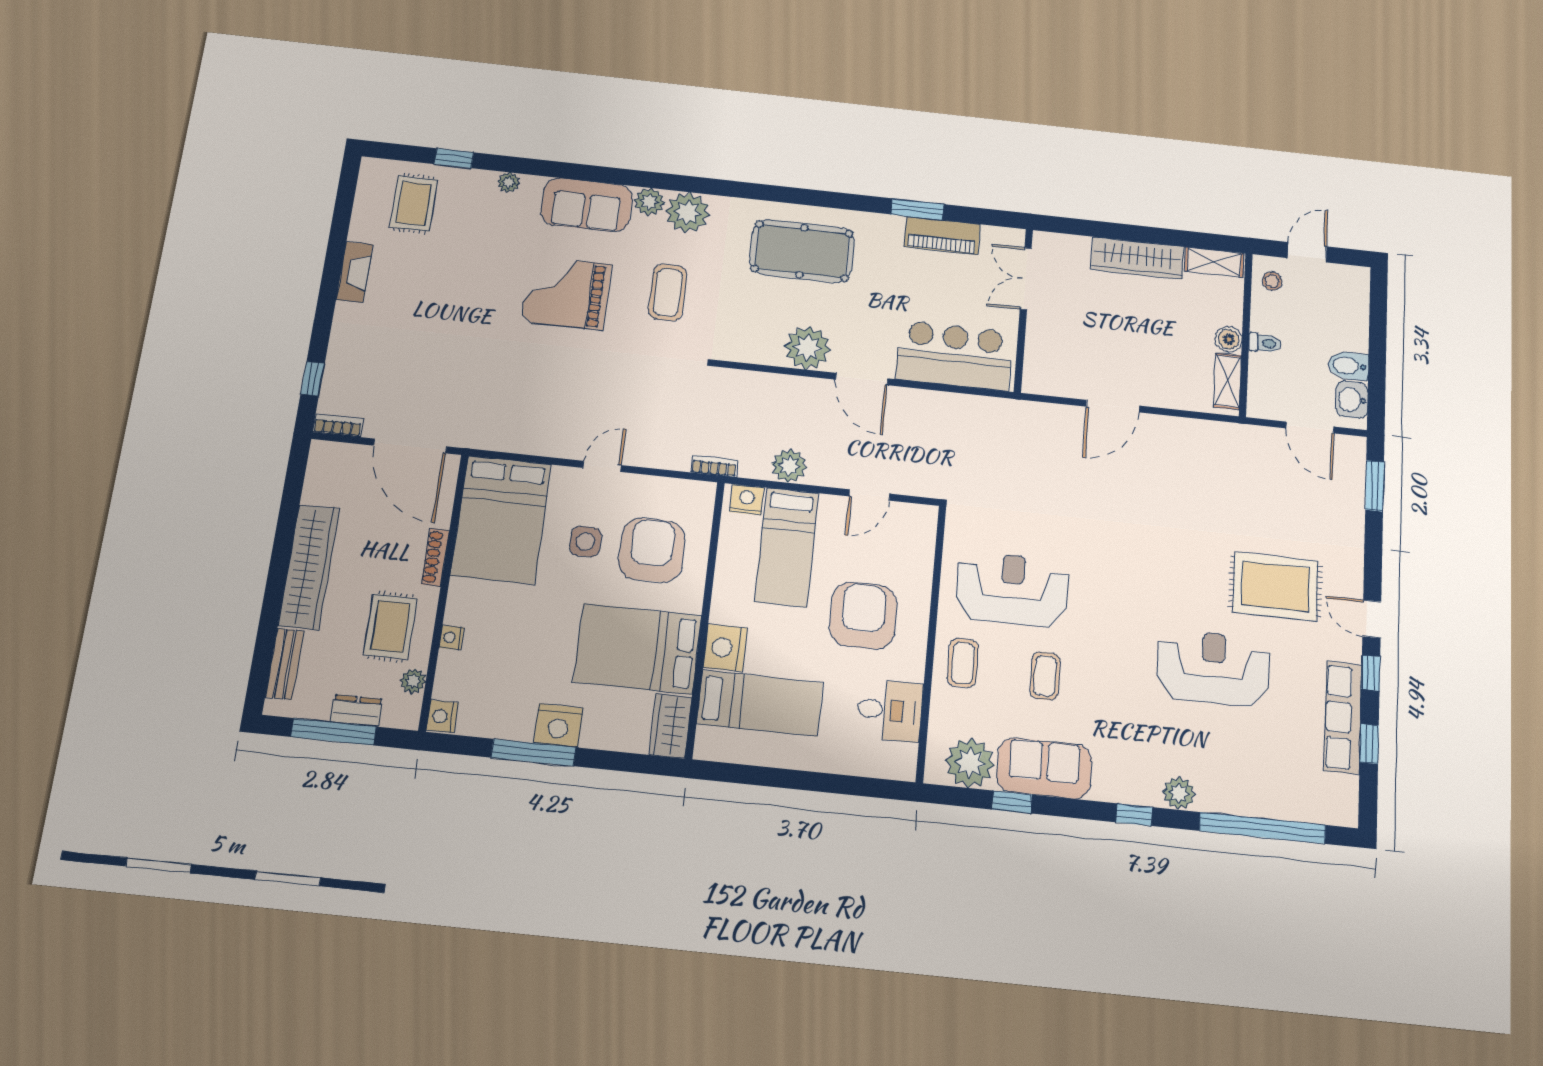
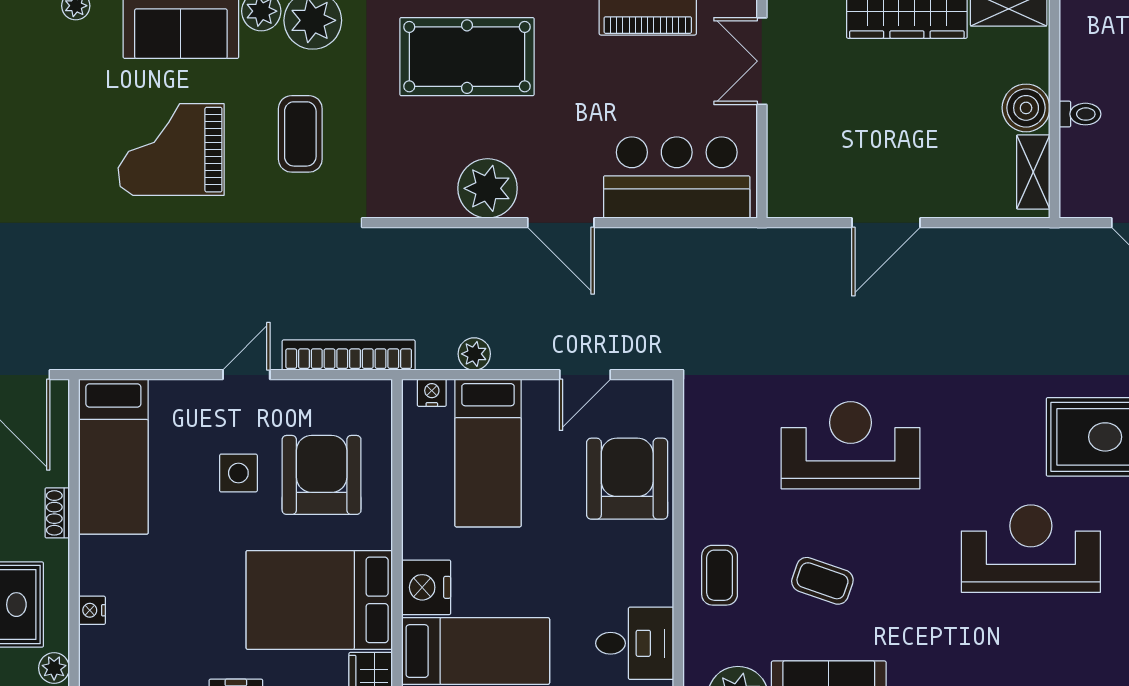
stool: (1272, 281) -> (1087, 27), removed
boiler: (1229, 339) -> (1026, 108), width x1.36, depth x1.36
bookcase: (714, 466) -> (349, 355), width x2.31, depth x1.31
plant: (789, 466) -> (474, 354), width x0.73, depth x0.73
nightstand: (747, 500) -> (432, 393), width x0.72, depth x0.74
bed: (501, 520) -> (113, 457), width x0.67
shoe rack: (435, 557) -> (57, 513), width x0.70
reception desk: (1012, 589) -> (851, 445), moved
armchair: (863, 616) -> (627, 479), moved
coffee table: (1045, 676) -> (822, 581), turned -71

